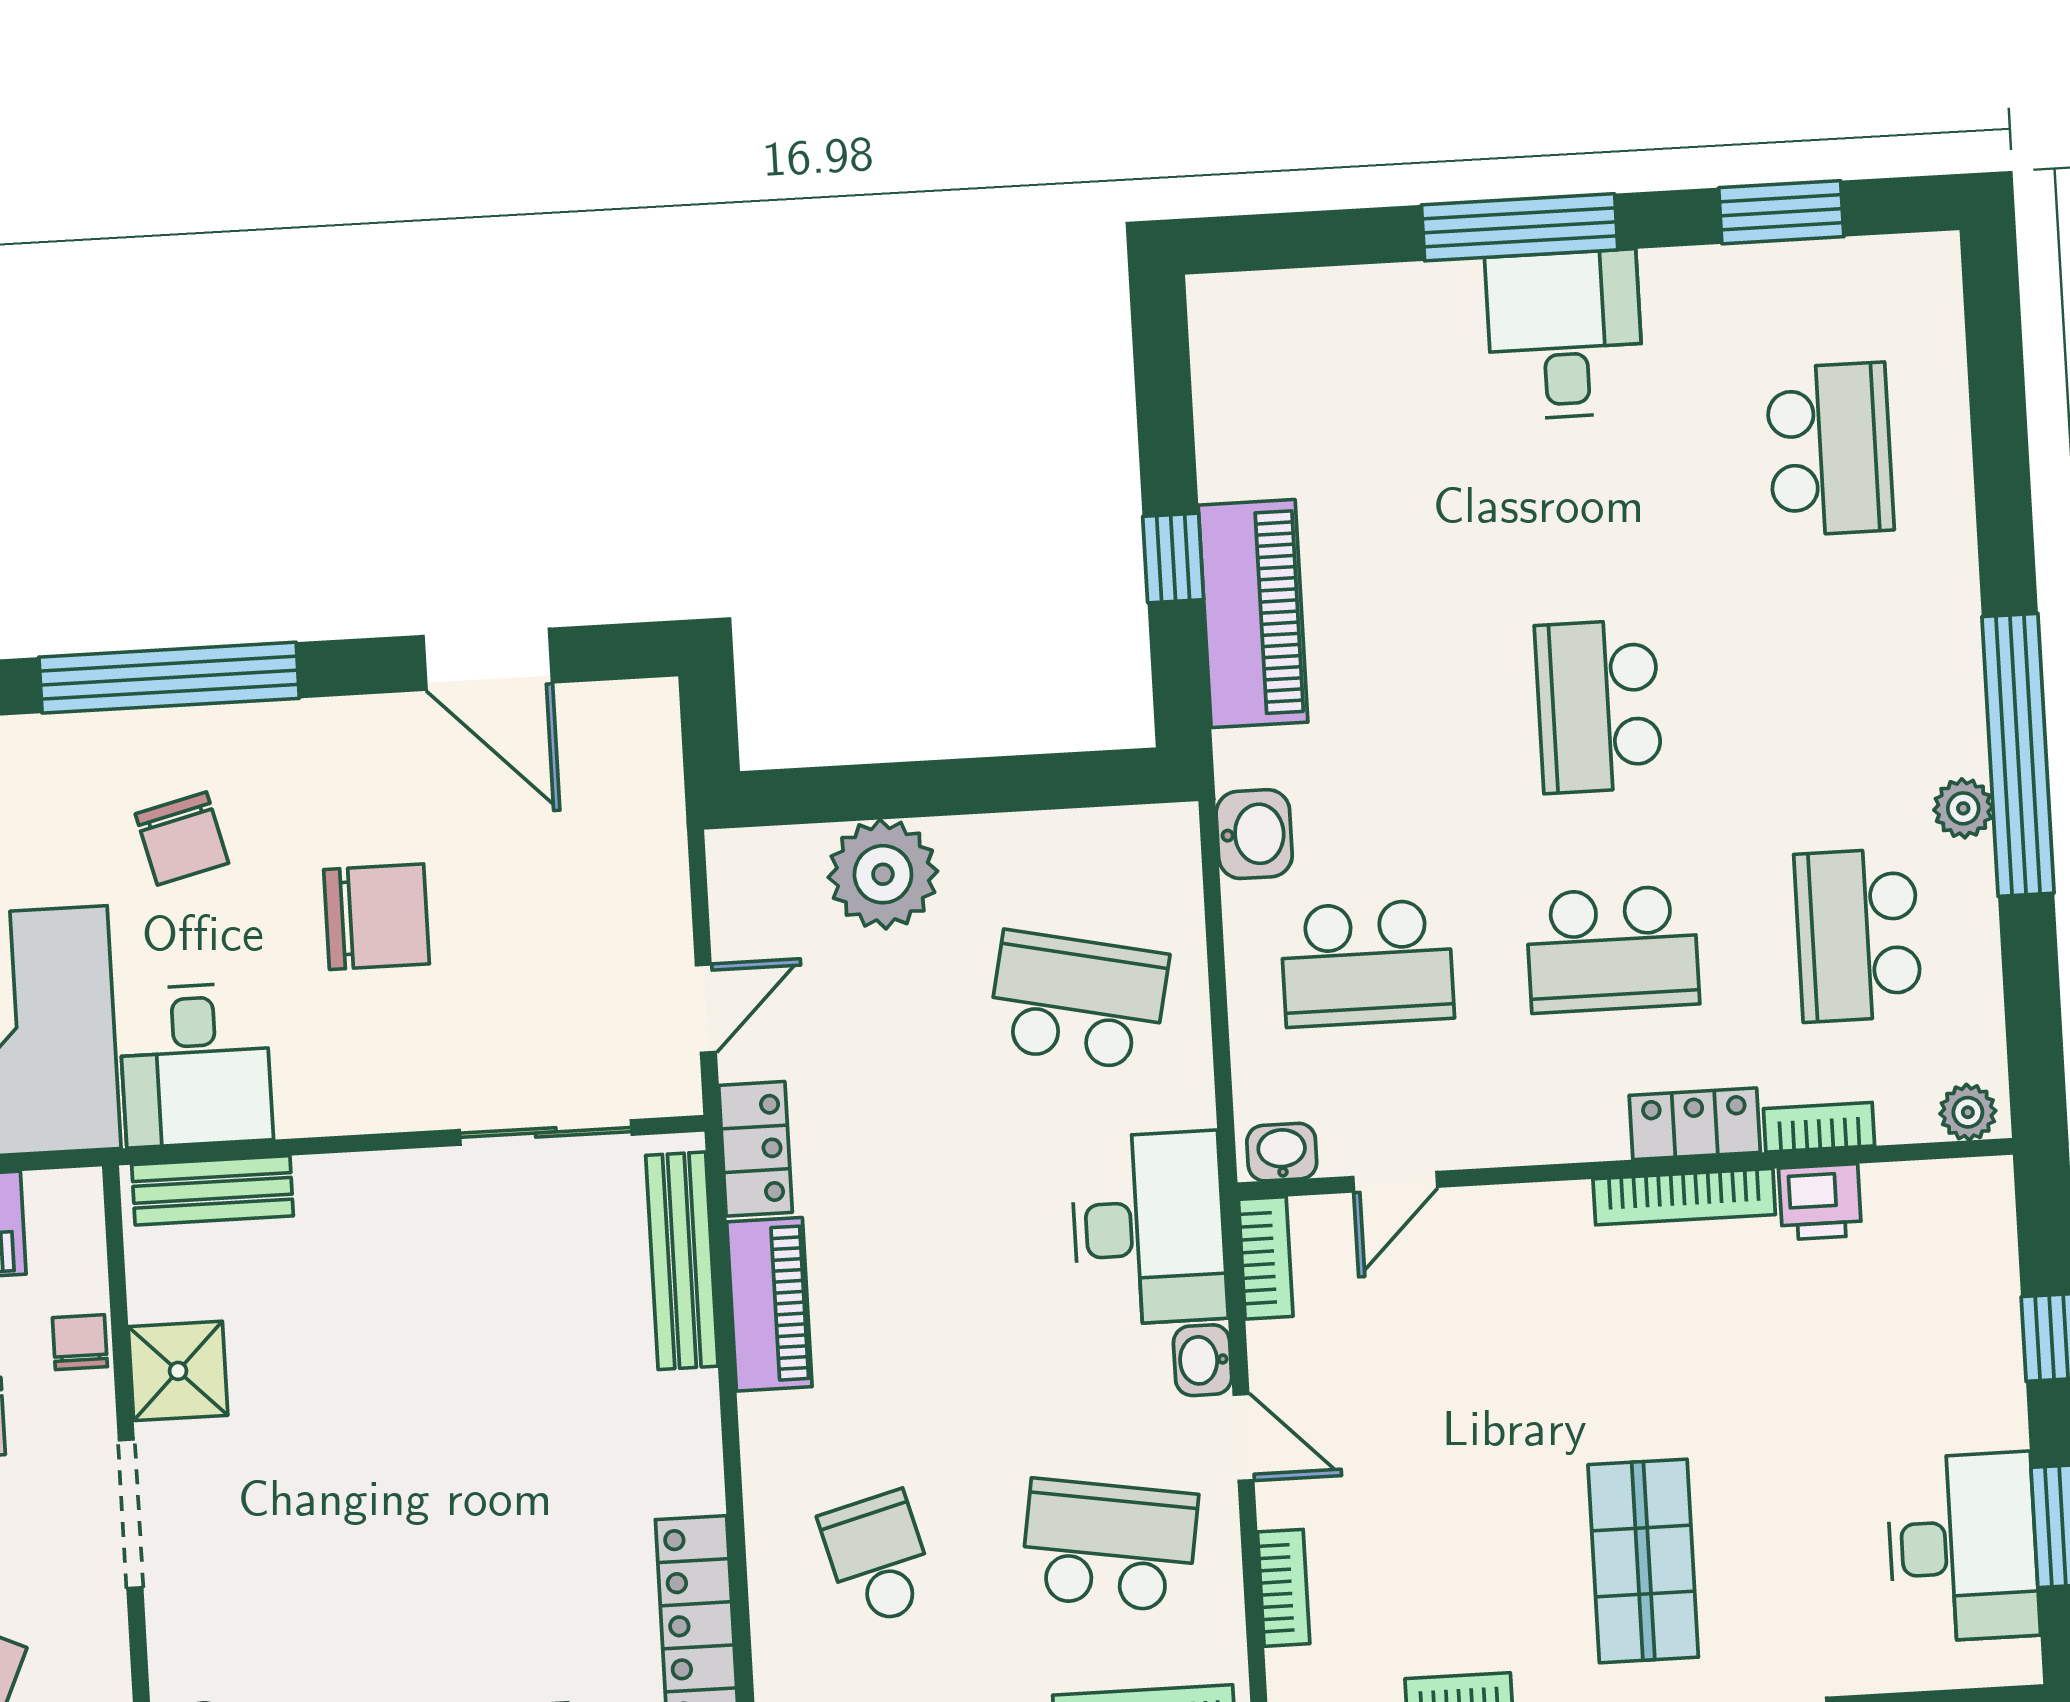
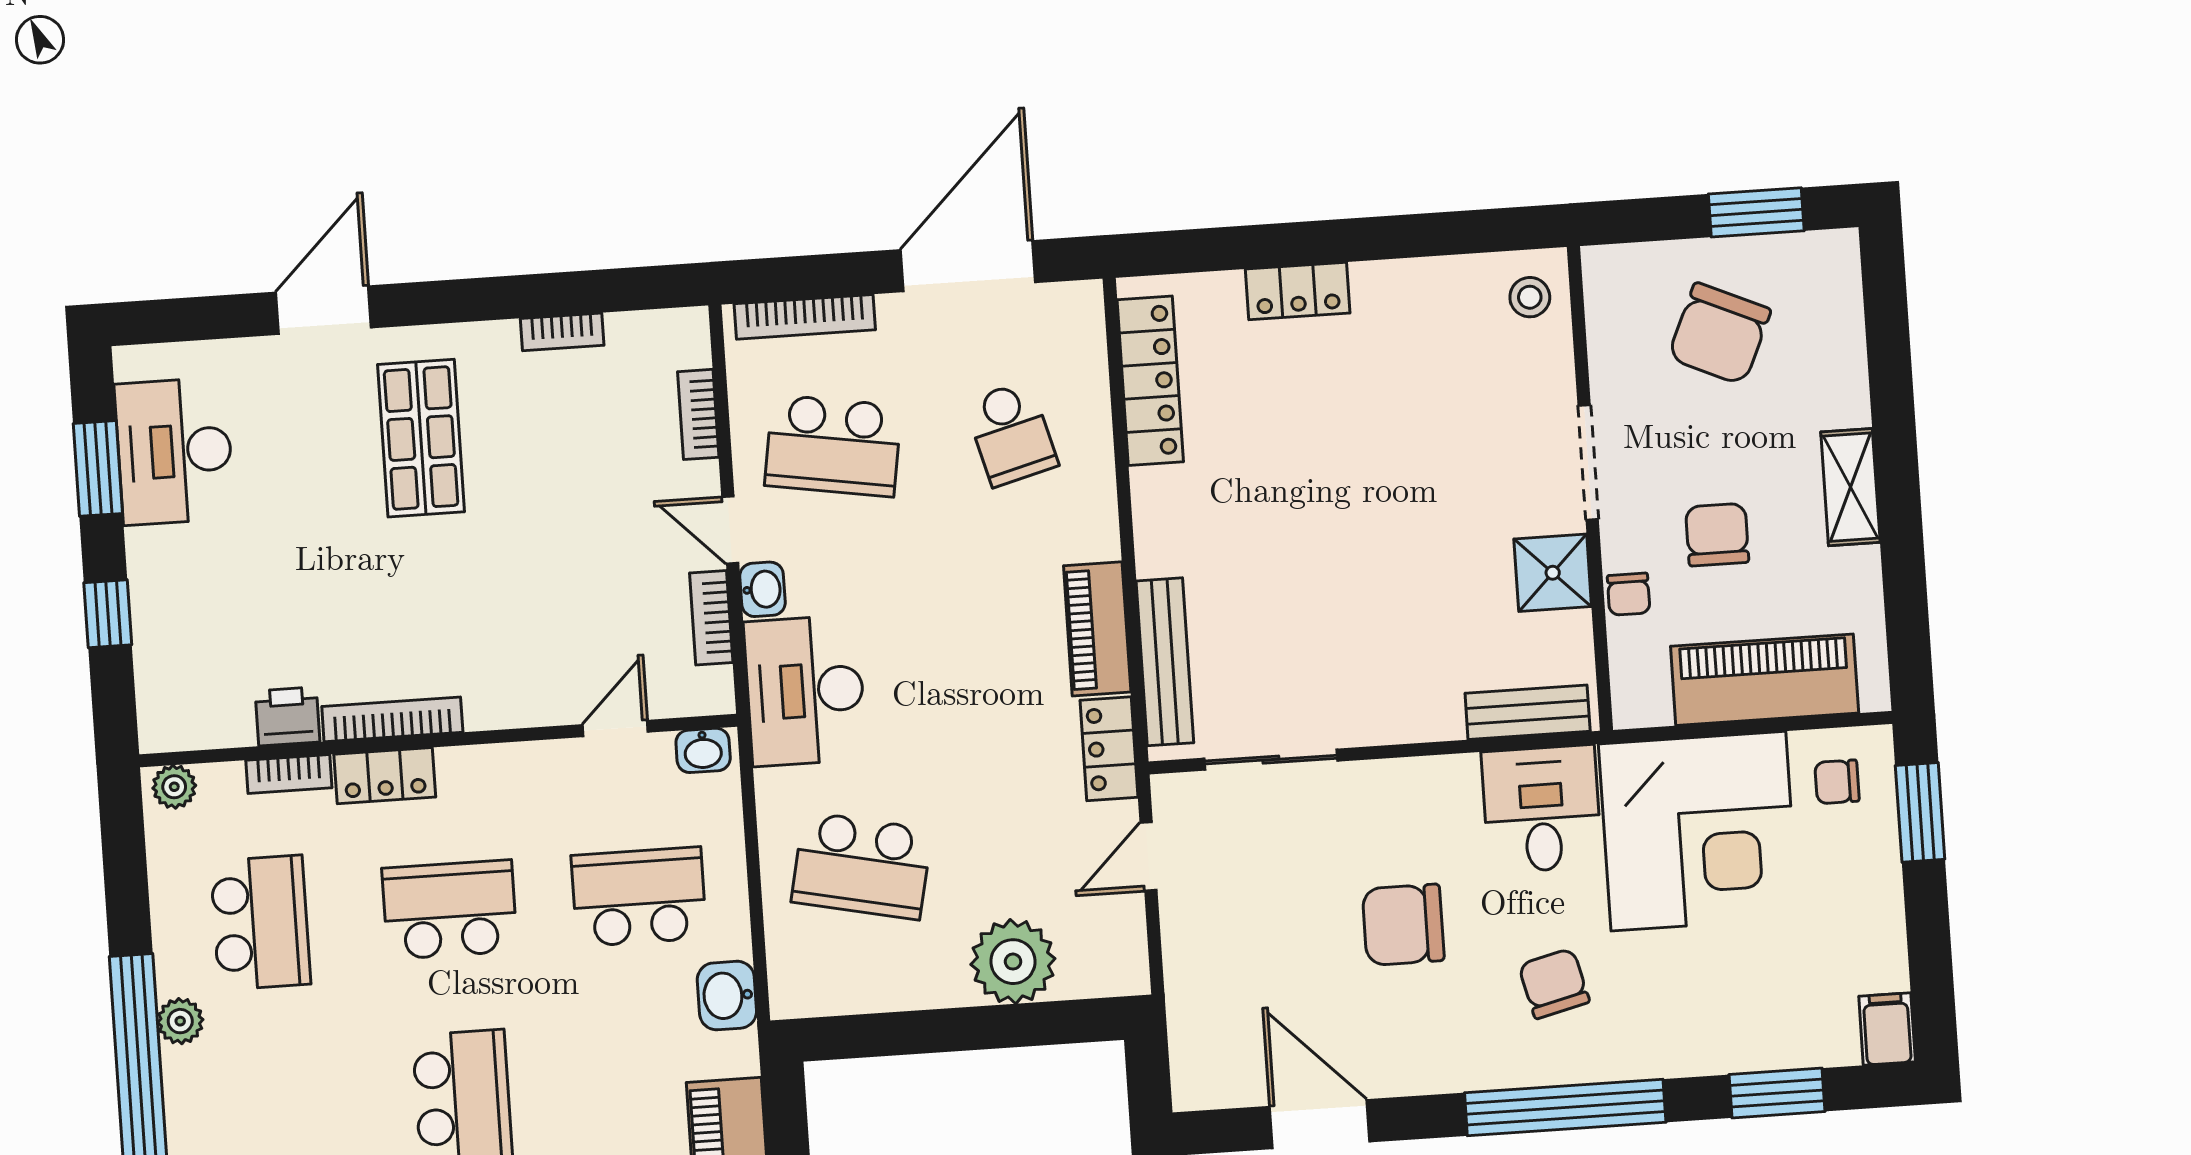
bookcase: (1266, 1258) -> (711, 618), moved

